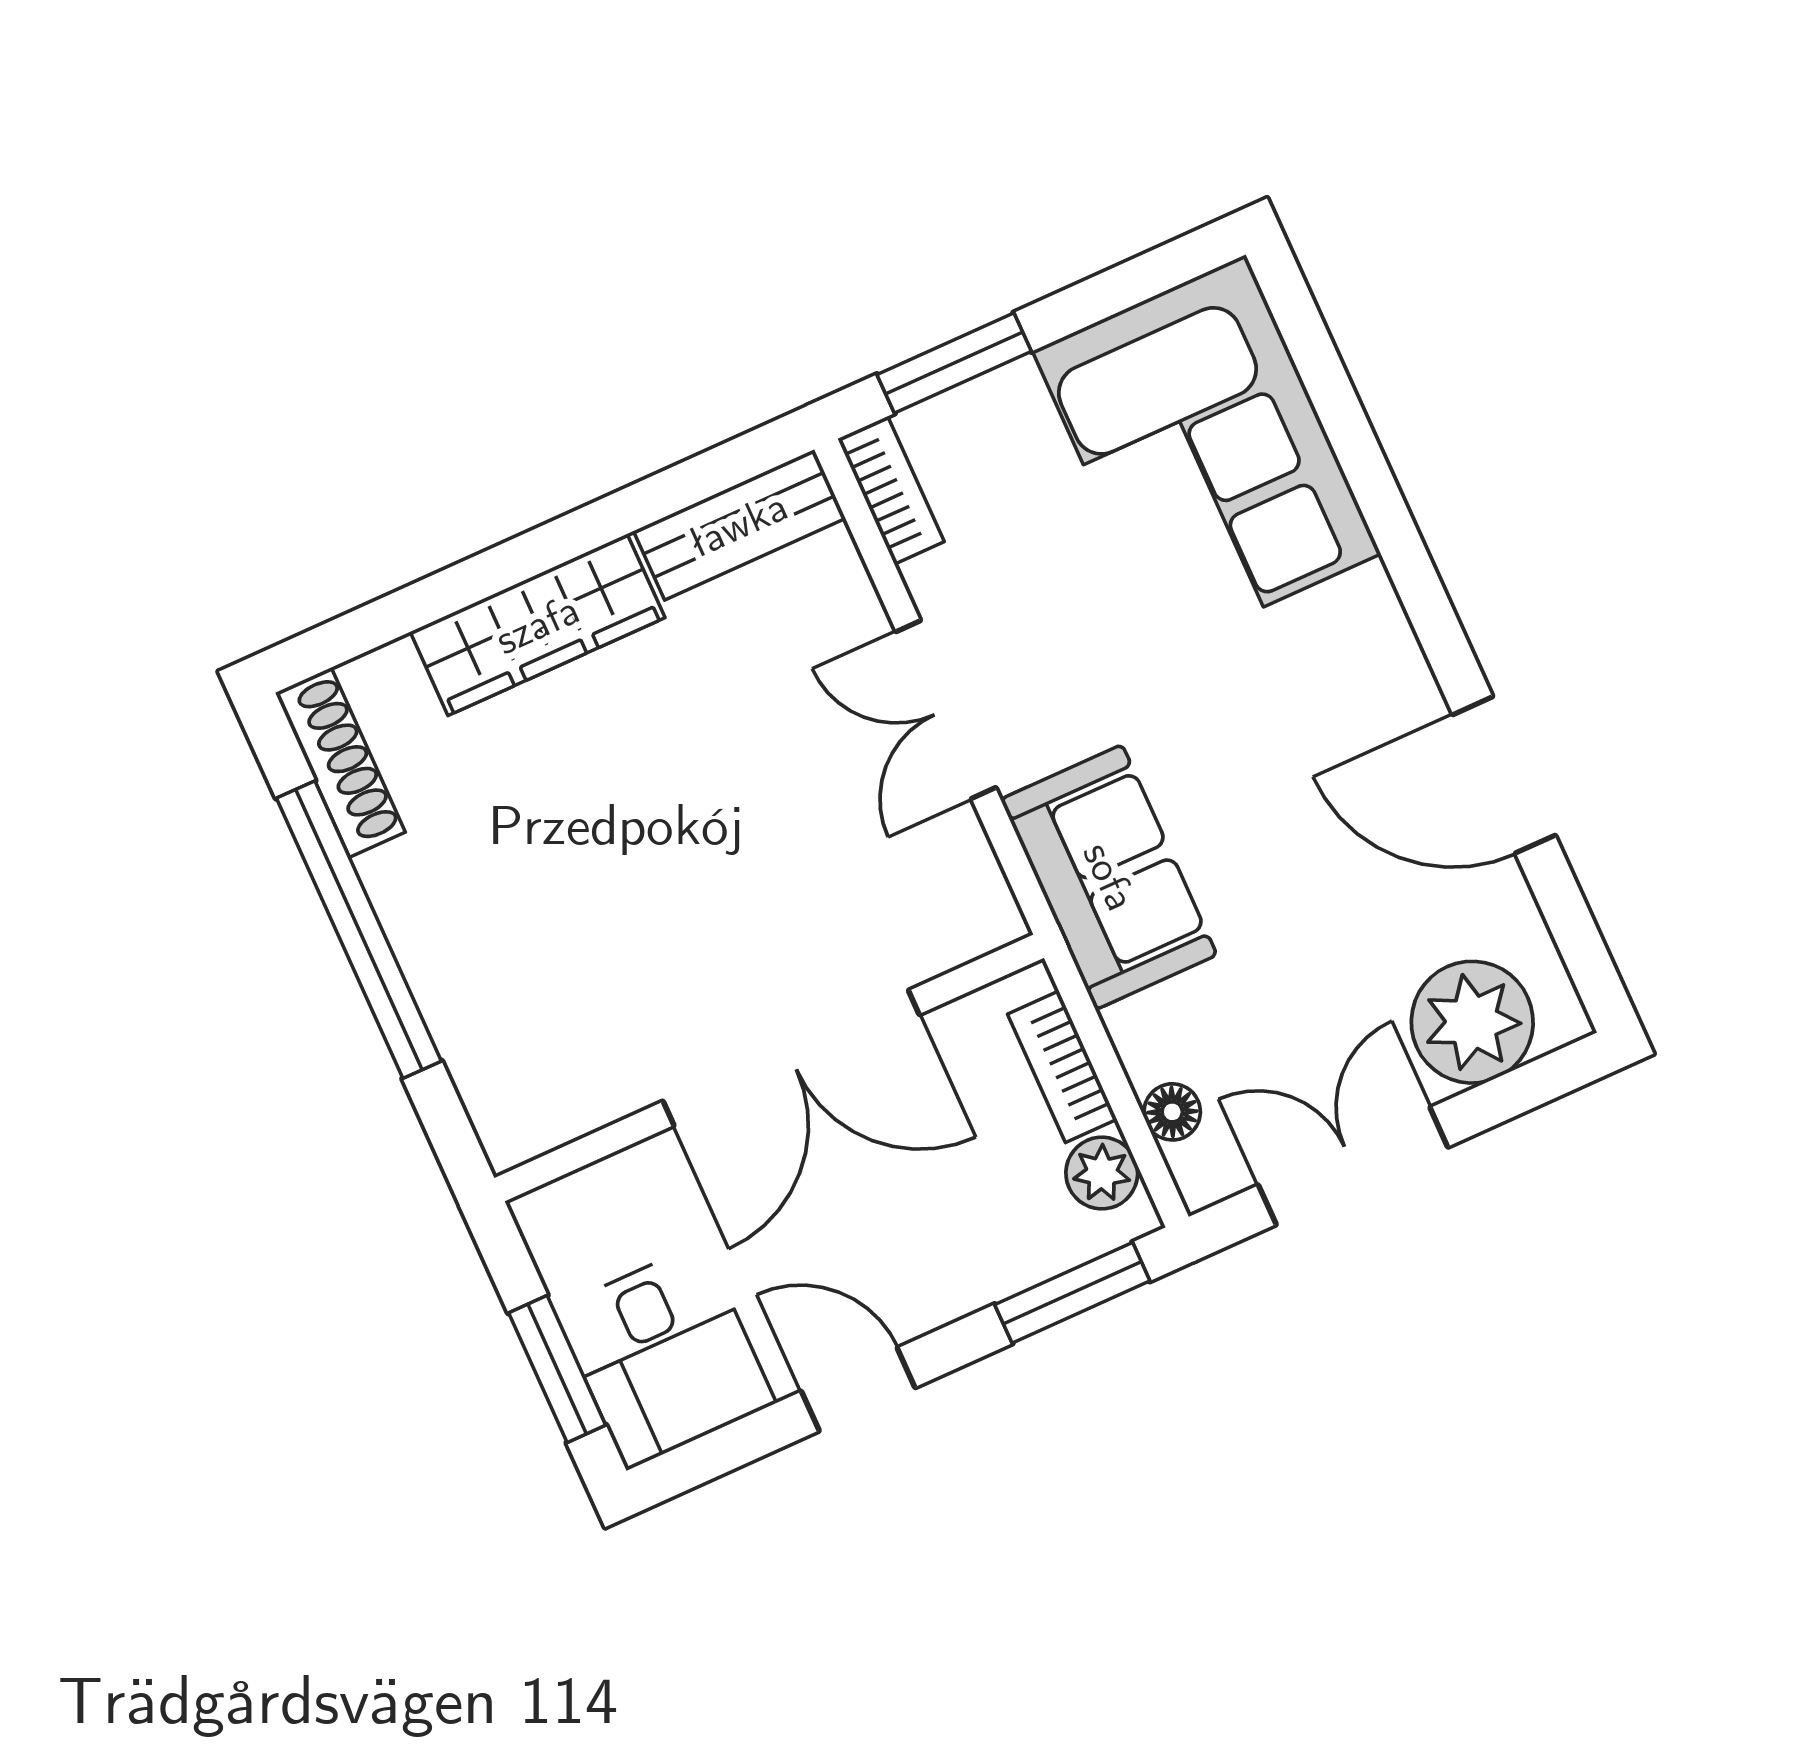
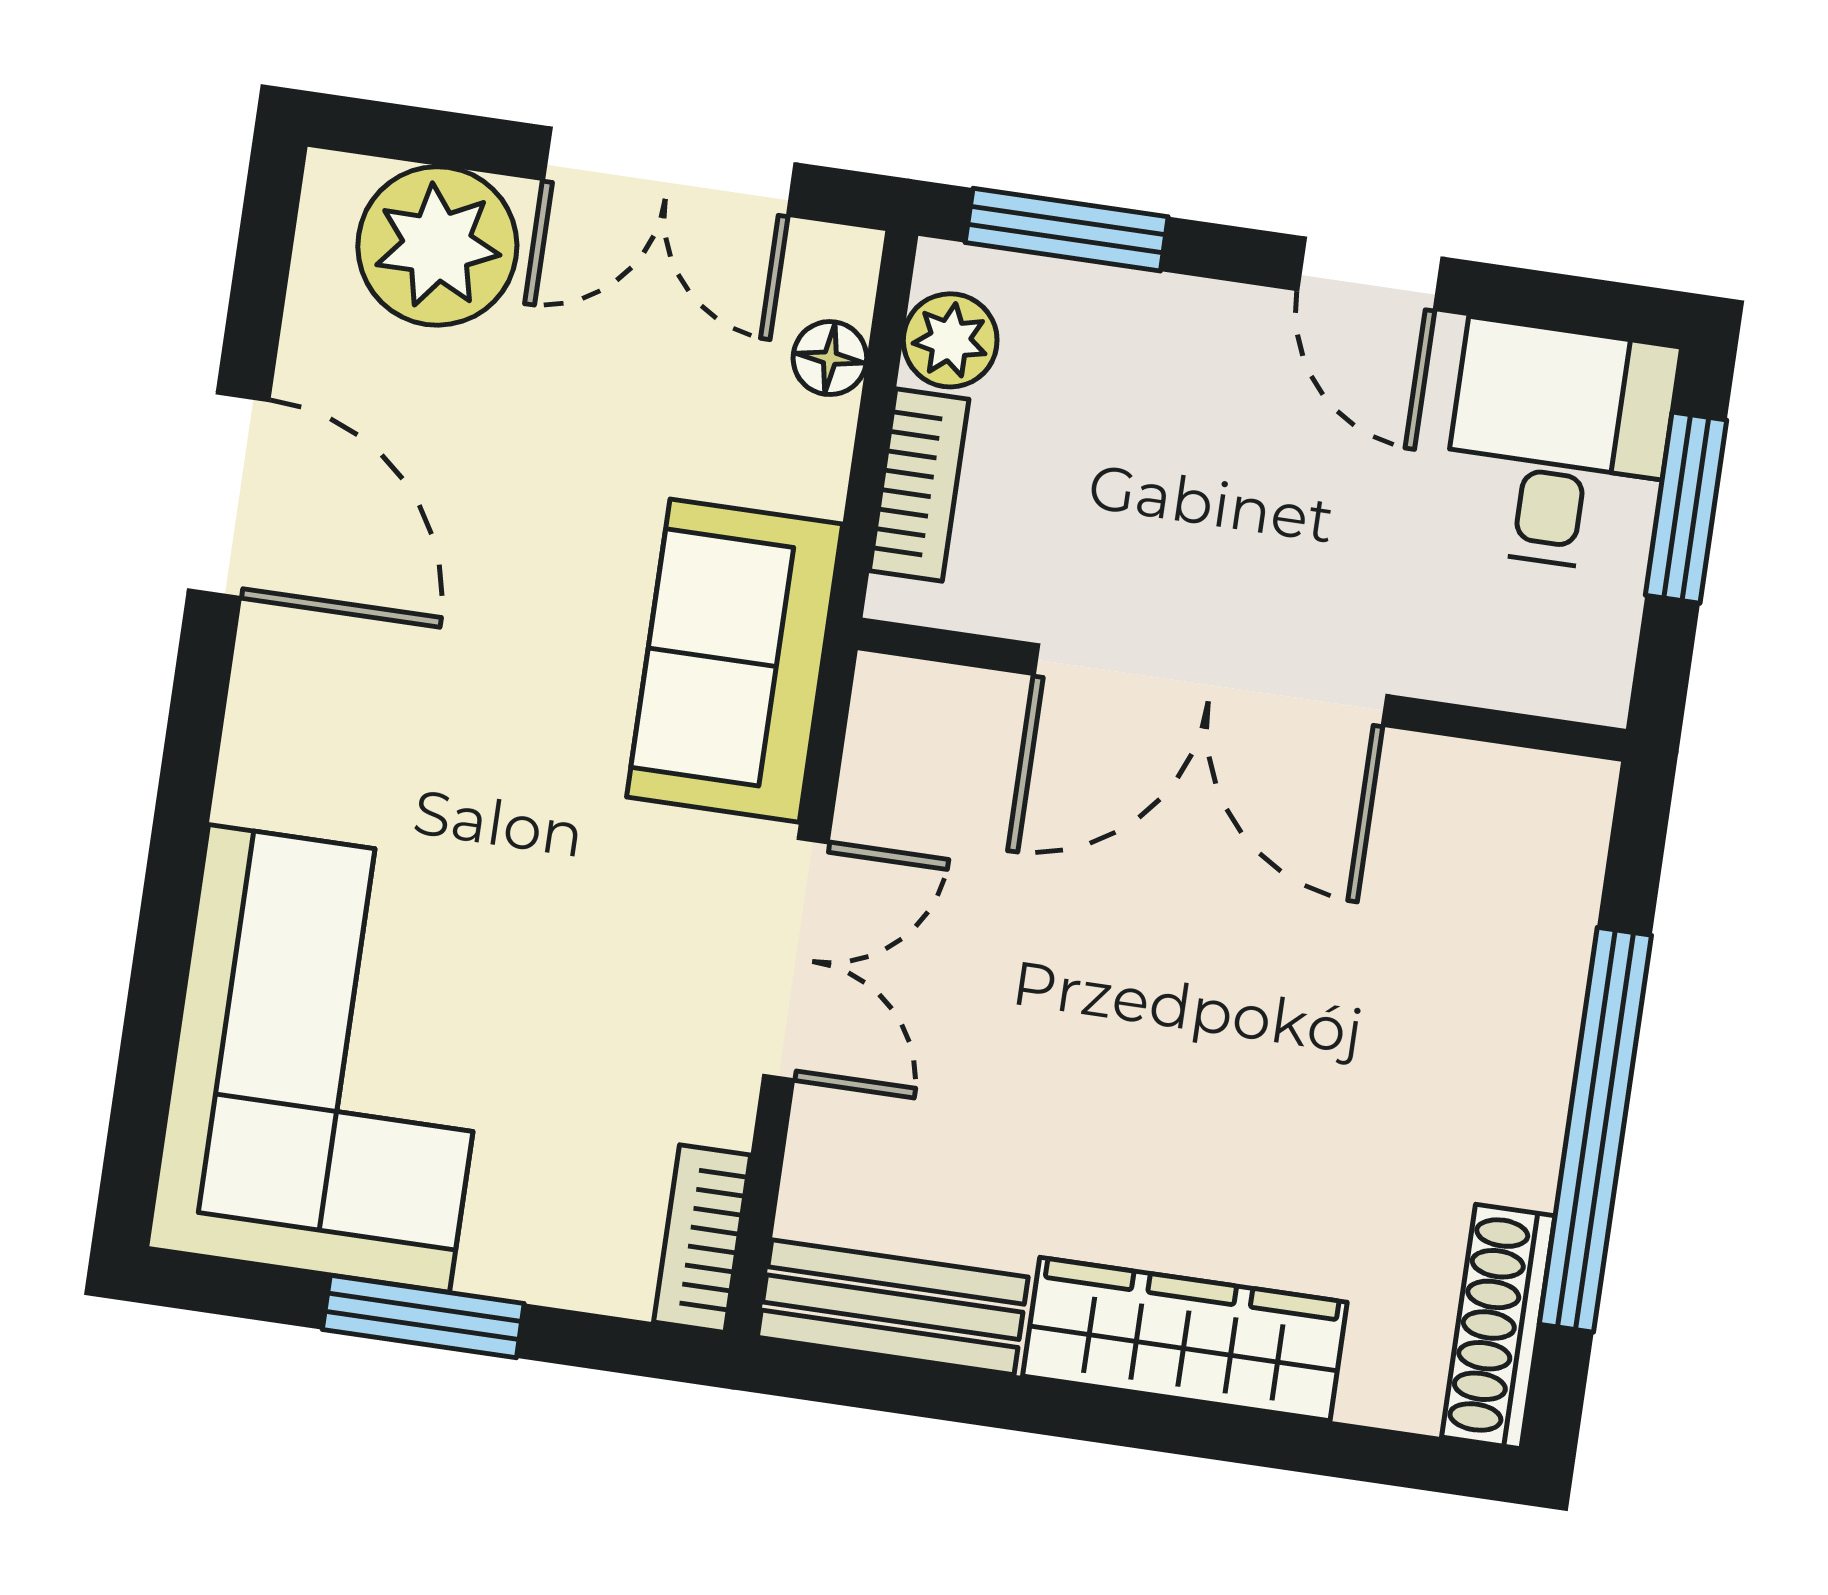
window: (954, 363) -> (423, 1316), moved
double door: (791, 1058) -> (1210, 685), swing flipped

